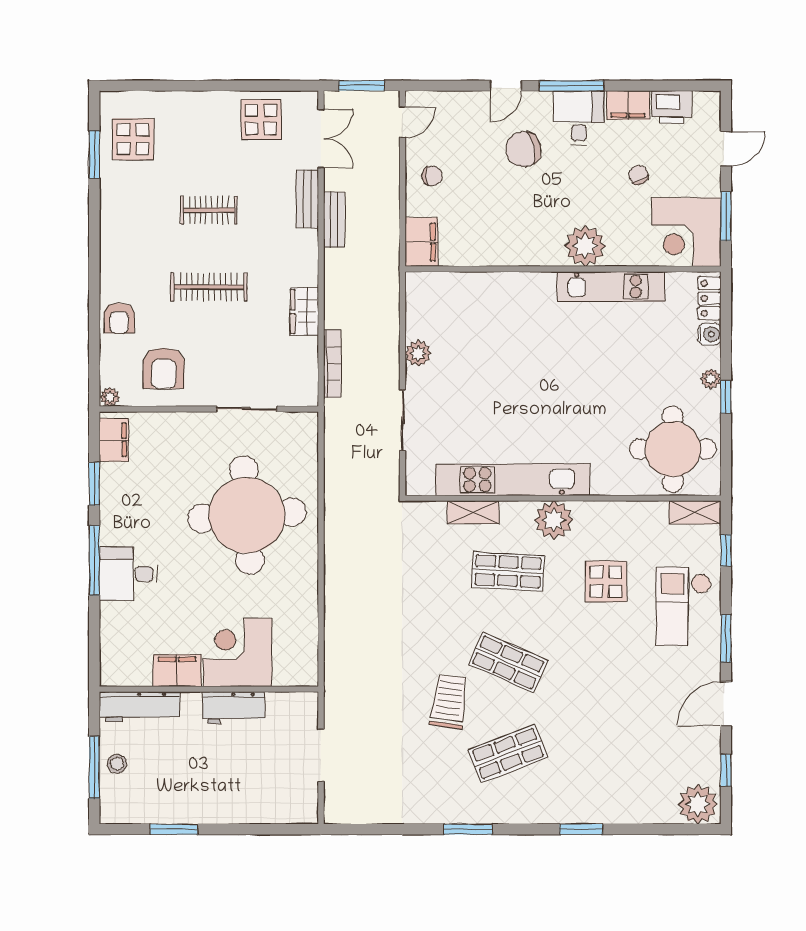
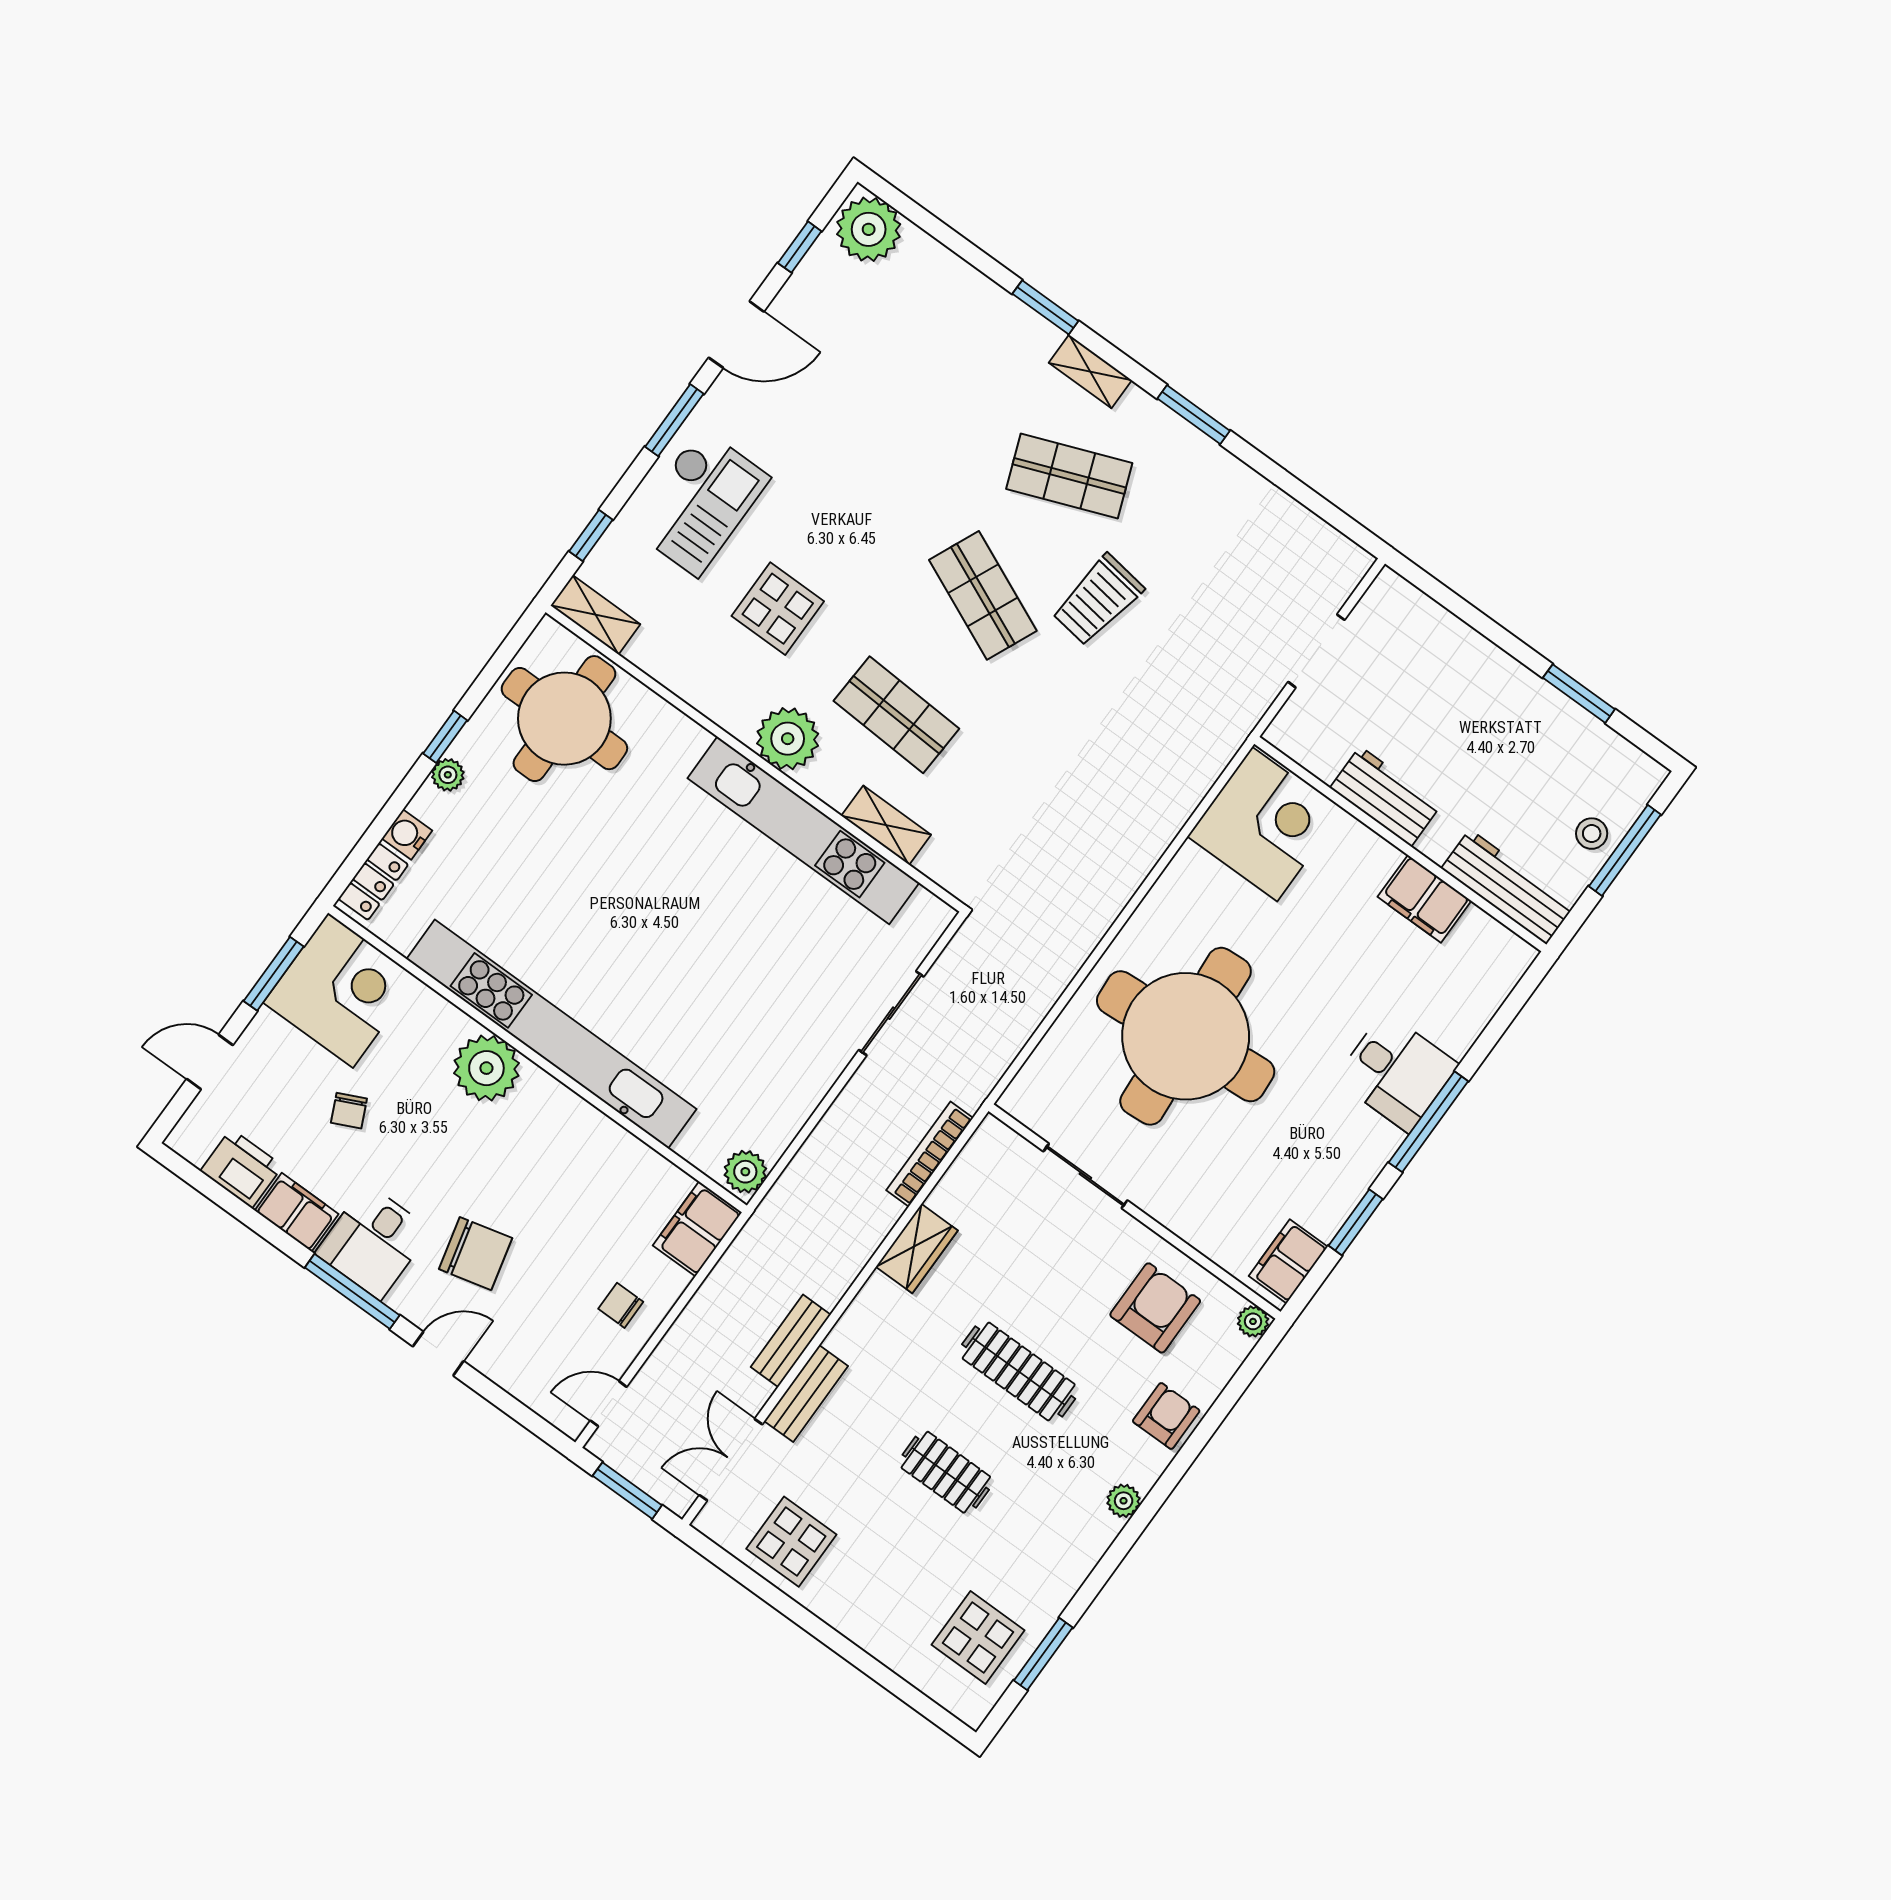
plant: (110, 260) -> (1124, 1501), added
kitchen unit: (611, 287) -> (551, 1034), width x1.86
plant: (418, 353) -> (745, 1172), moved
corner desk: (238, 652) -> (1265, 824), moved, turned -90
shelving: (535, 813) -> (1090, 371), added

